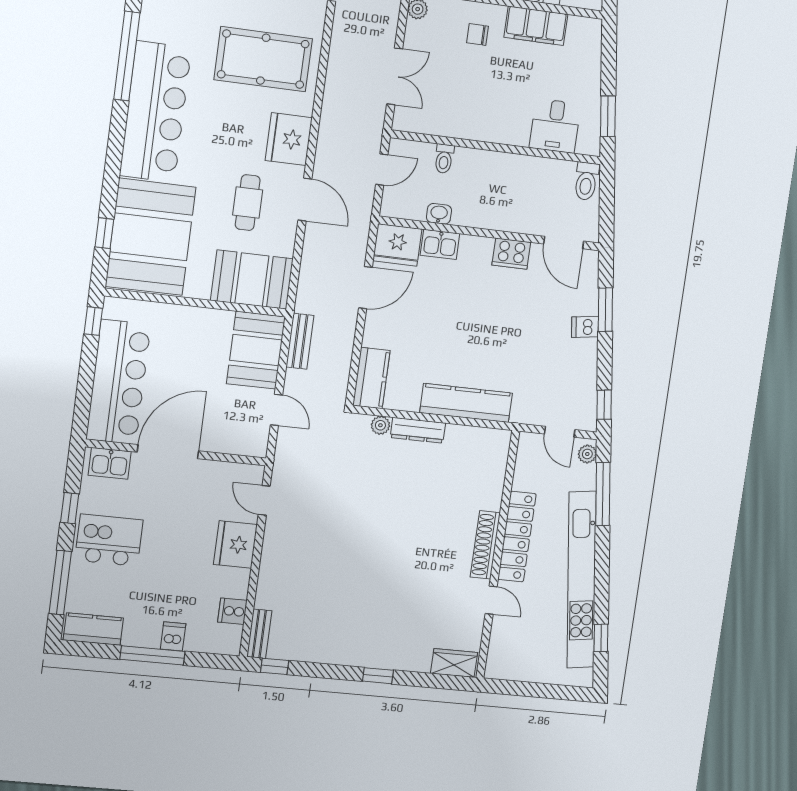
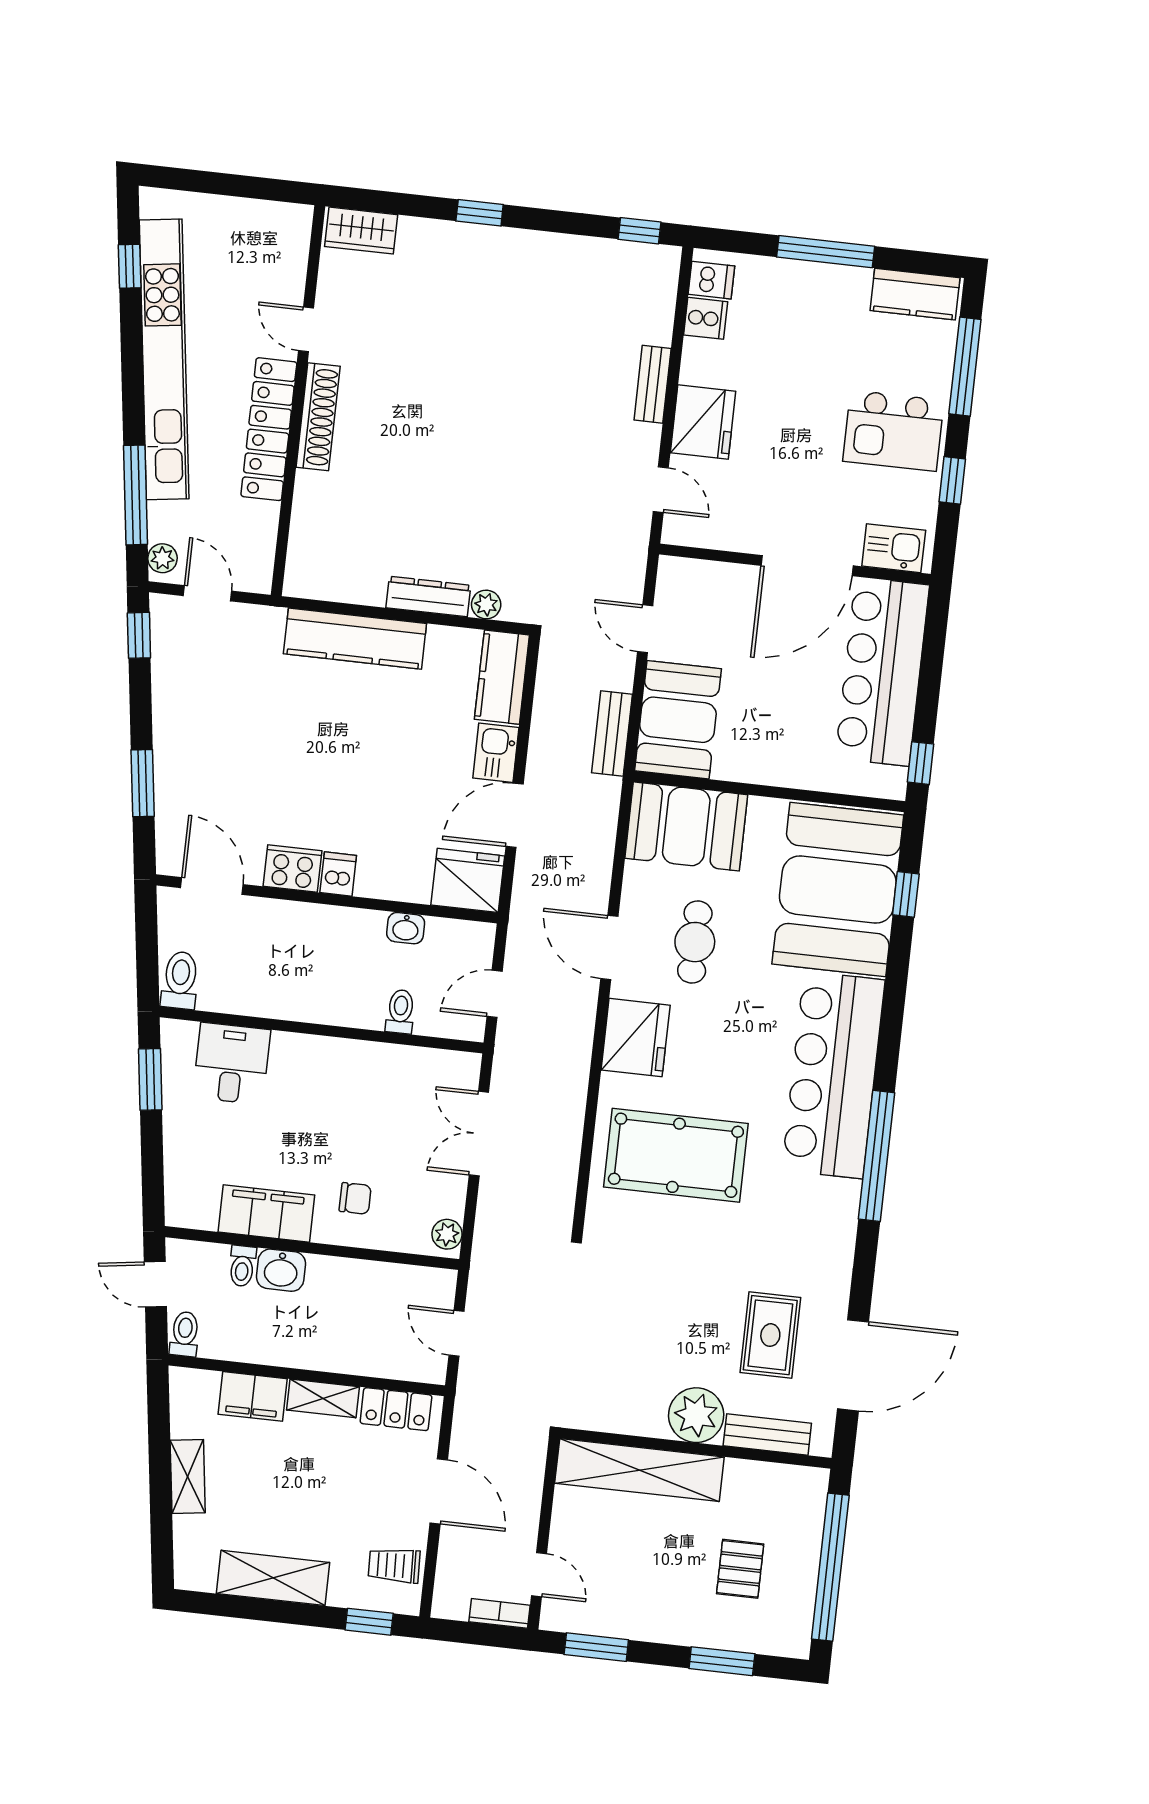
kitchen sink: (440, 244) -> (496, 753), moved, turned -90
dishwasher: (585, 327) -> (338, 874), moved, turned -82
bench: (259, 634) -> (653, 384), moved
dishwasher: (173, 636) -> (711, 280), moved, turned -90

